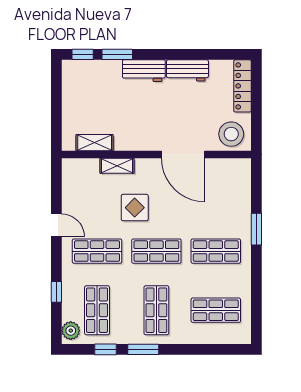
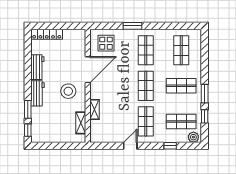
stool: (231, 134) -> (68, 91), moved
display table: (135, 208) -> (106, 43), moved

